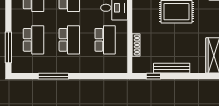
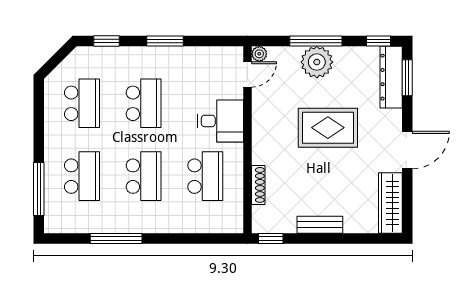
bench: (172, 68) -> (320, 225), width x0.73
window: (153, 76) -> (271, 238), moved

